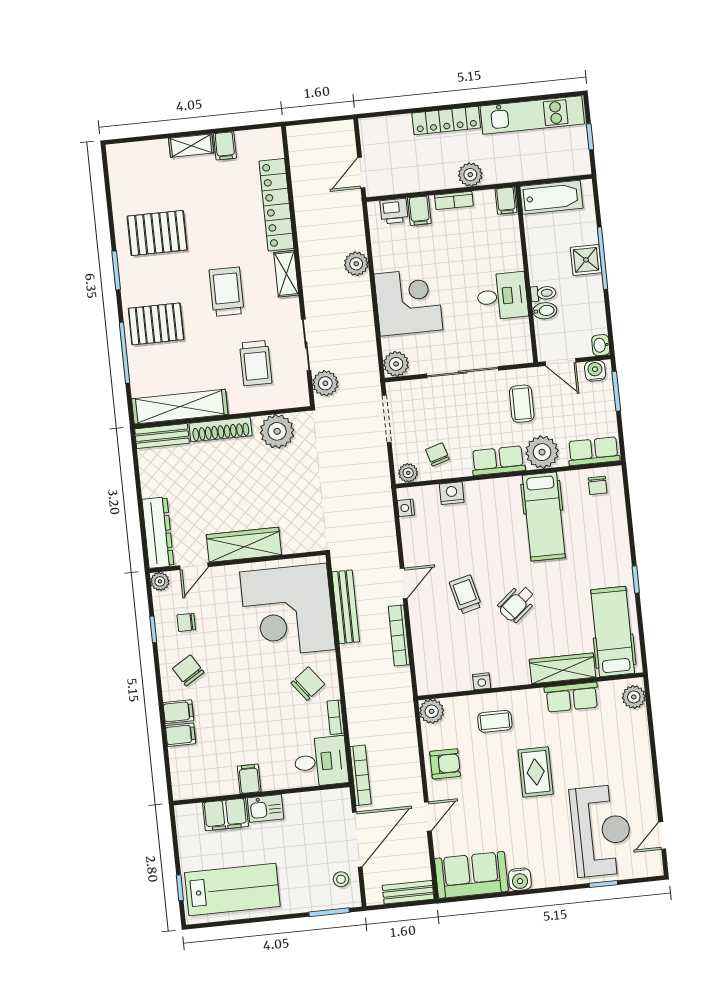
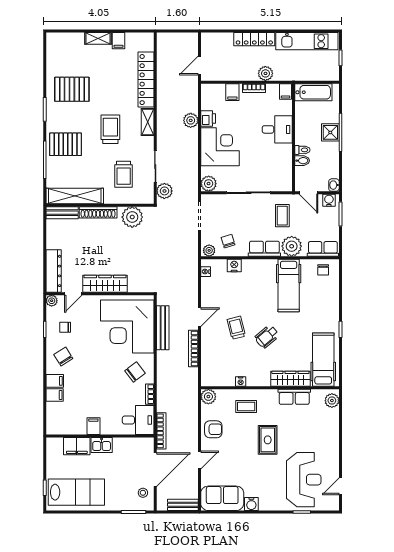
printer: (394, 211) -> (208, 119), moved, turned -90
desk: (502, 296) -> (277, 129), moved

